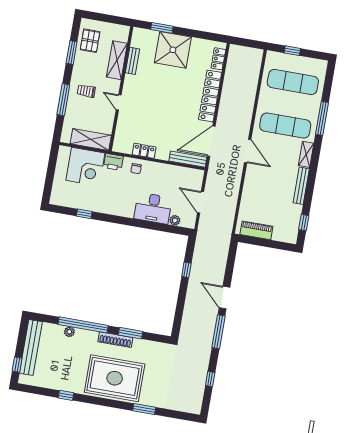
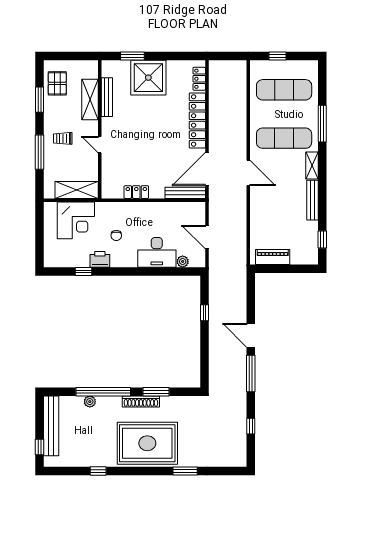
bench: (132, 61) -> (107, 97), width x1.36
printer: (113, 162) -> (100, 259), moved, turned 180
chair: (136, 169) -> (116, 236), moved

